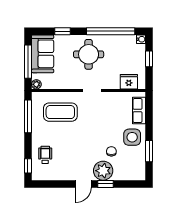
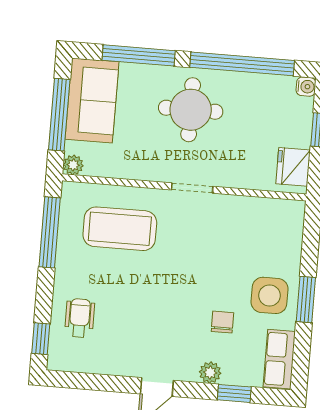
window: (62, 31) -> (139, 55), width x2.17
fridge: (129, 82) -> (293, 167), moved, turned -90
row of seats: (139, 111) -> (279, 359), moved
window: (149, 151) -> (306, 300), moved
plant: (103, 171) -> (210, 373), width x0.53, depth x0.53
window: (105, 184) -> (234, 393), moved

